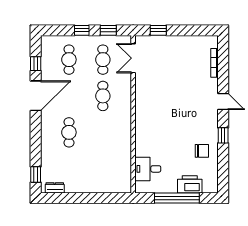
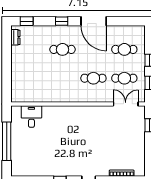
window: (36, 64) -> (62, 21), moved
chair: (202, 151) -> (47, 162), removed
printer: (190, 184) -> (18, 152), removed

